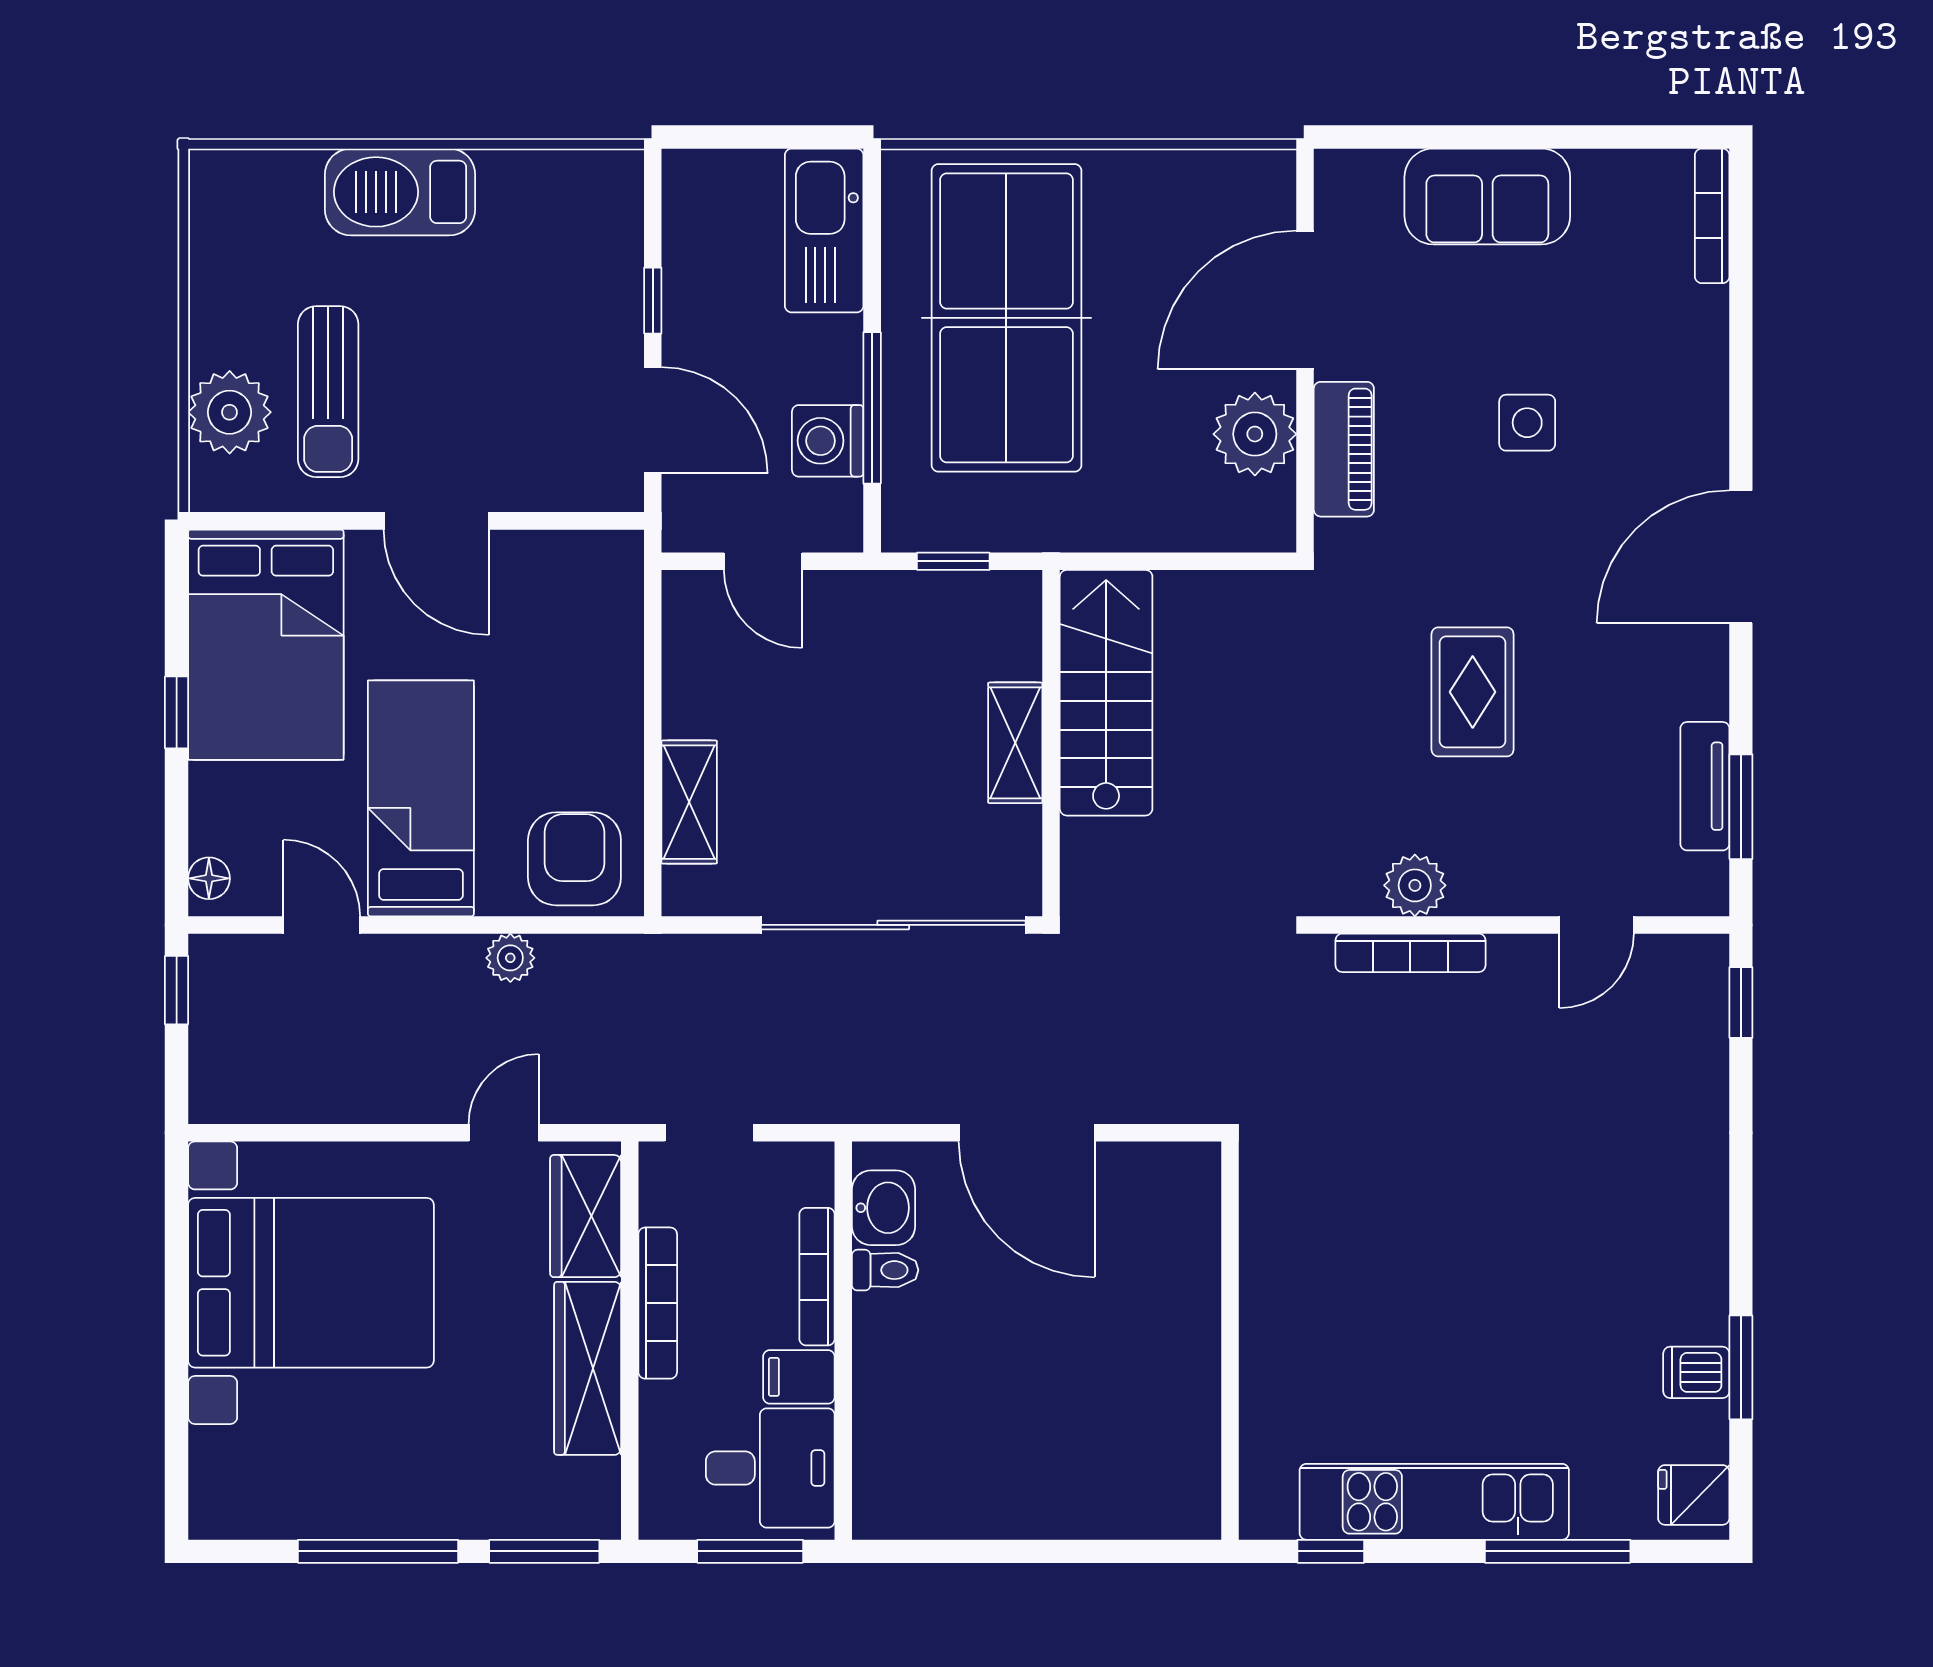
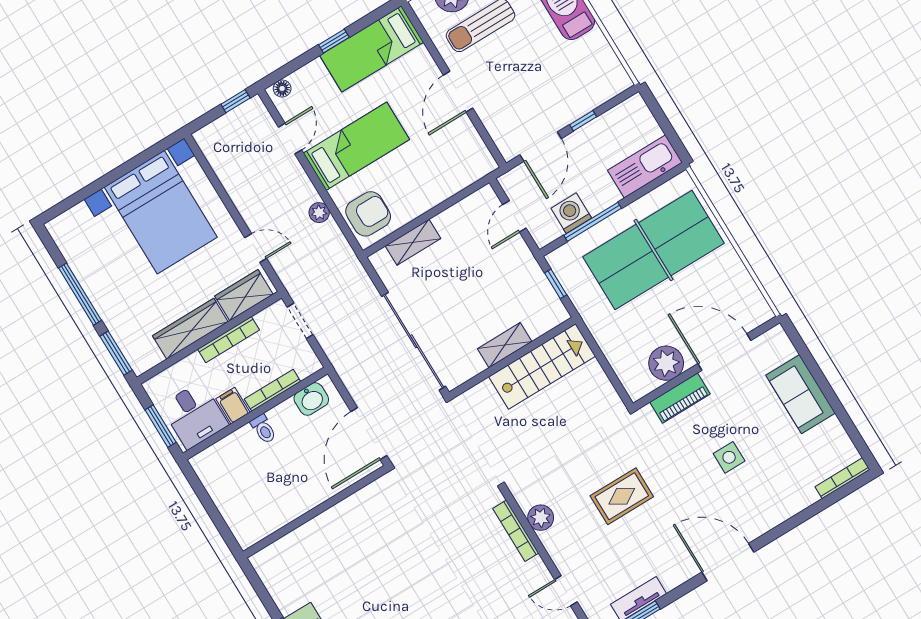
bed: (266, 645) -> (372, 49), width x0.67
toilet: (885, 1270) -> (263, 429), moved
wall: (1230, 1341) -> (315, 512), moved

